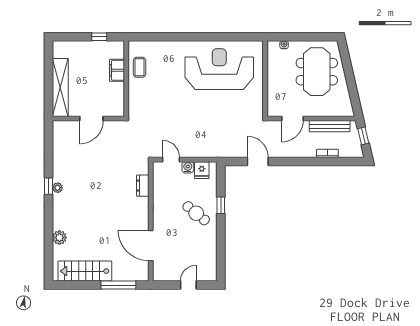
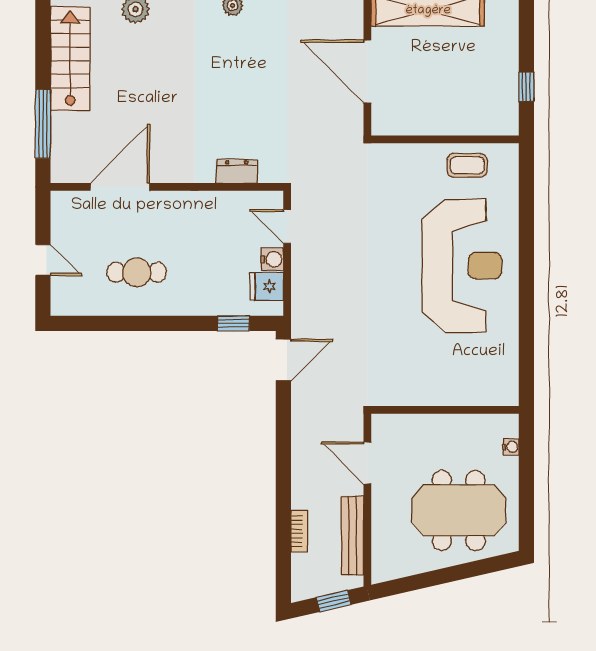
reception desk: (219, 69) -> (462, 266), moved
filing cabinet: (117, 70) -> (461, 121), removed
door: (91, 118) -> (367, 71), width x1.36
door: (171, 160) -> (287, 227), swing flipped
door: (258, 162) -> (283, 360), moved
window: (221, 205) -> (233, 323), moved
cafe table: (196, 213) -> (137, 272), moved, turned 51

